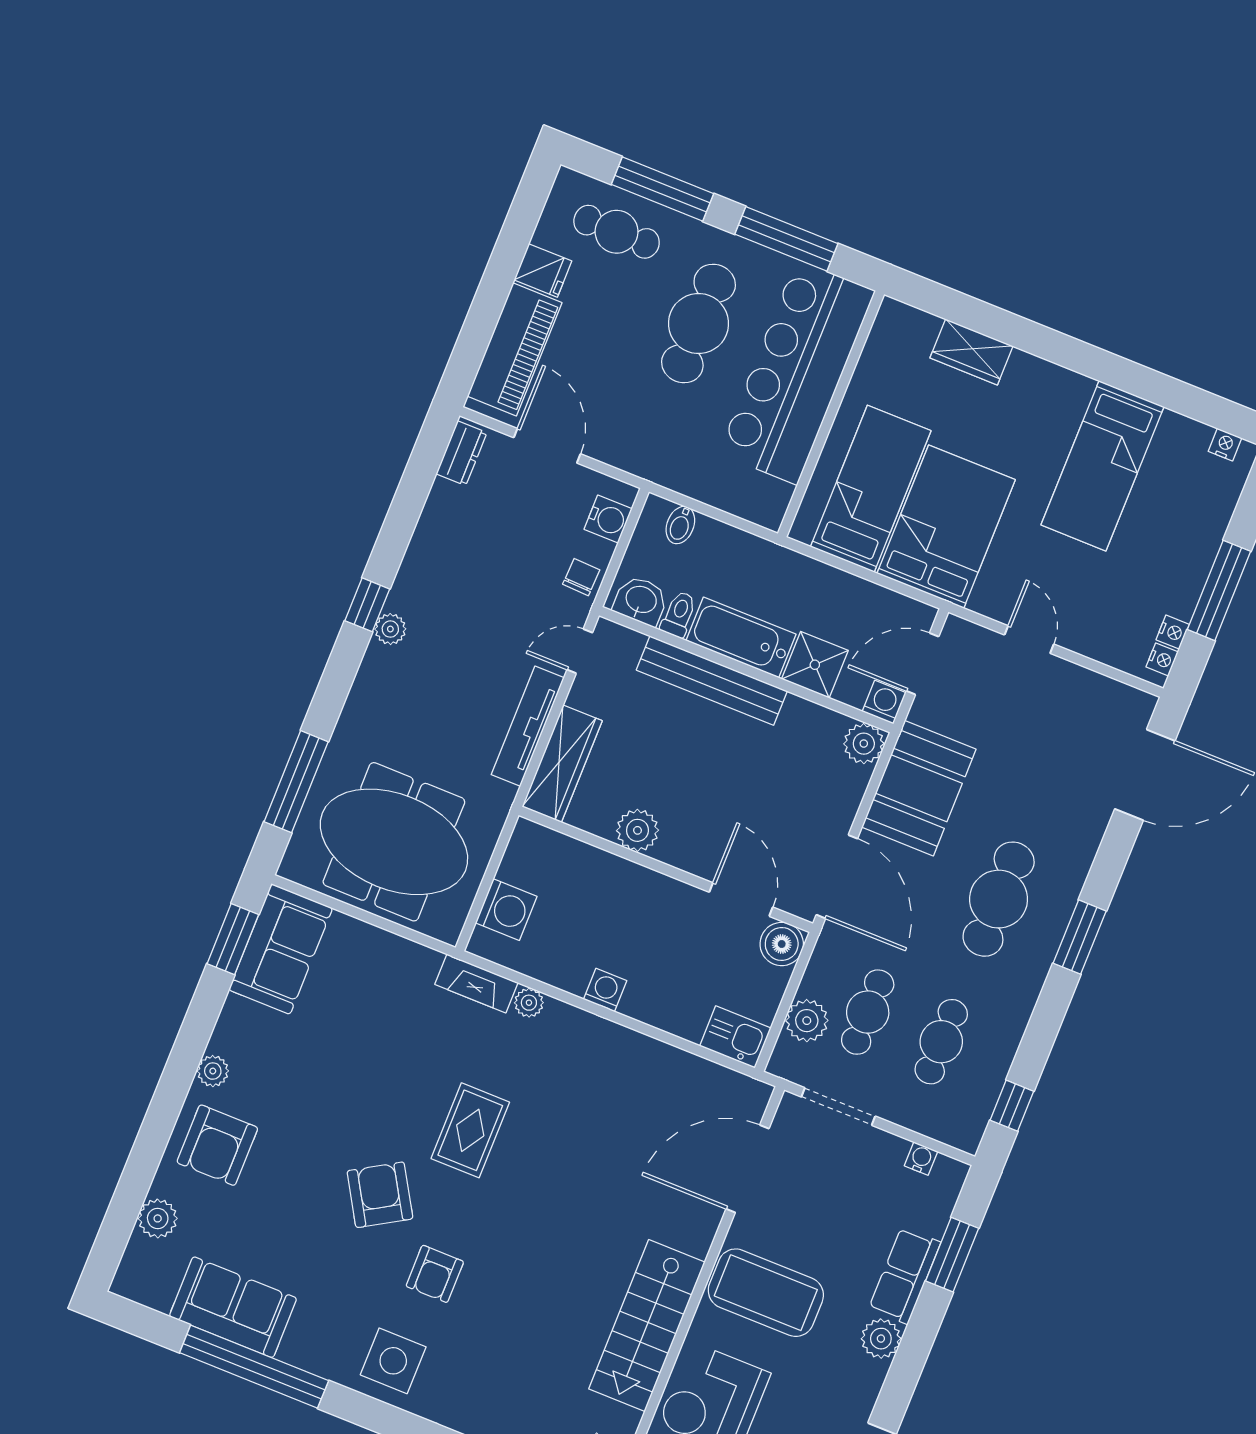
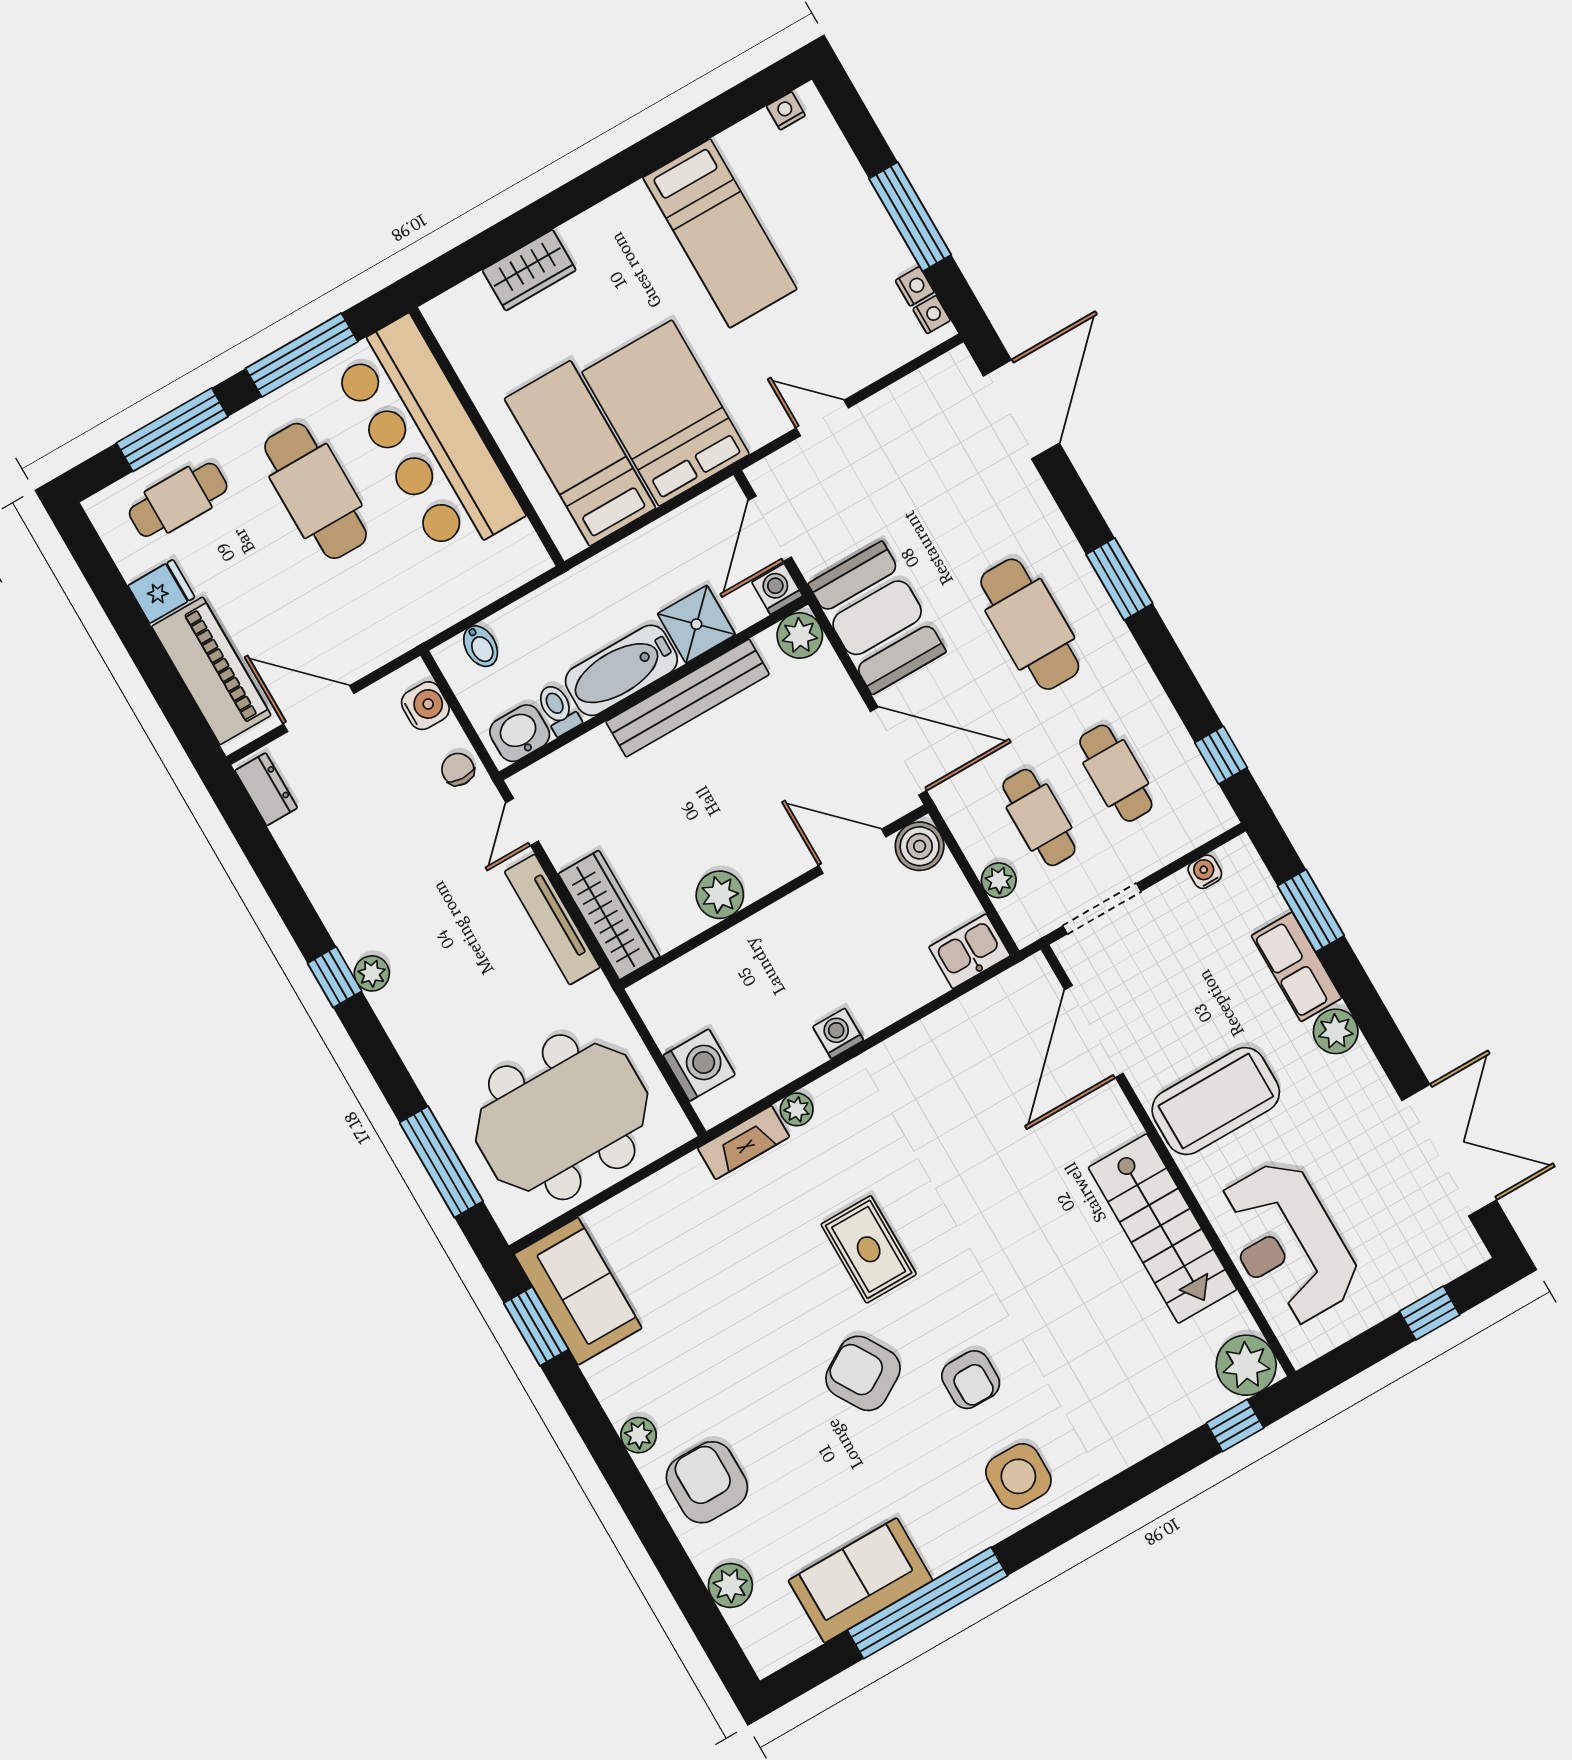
bench: (712, 681) -> (688, 698), moved
plant: (807, 1021) -> (999, 880), width x0.73, depth x0.73
armchair: (217, 1145) -> (707, 1482), turned 180

